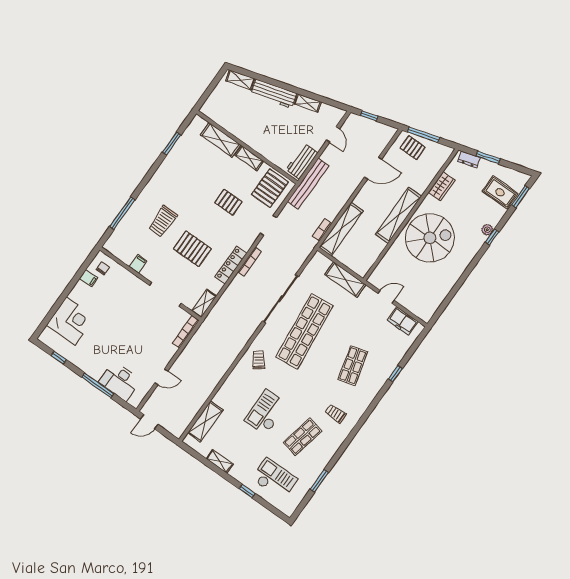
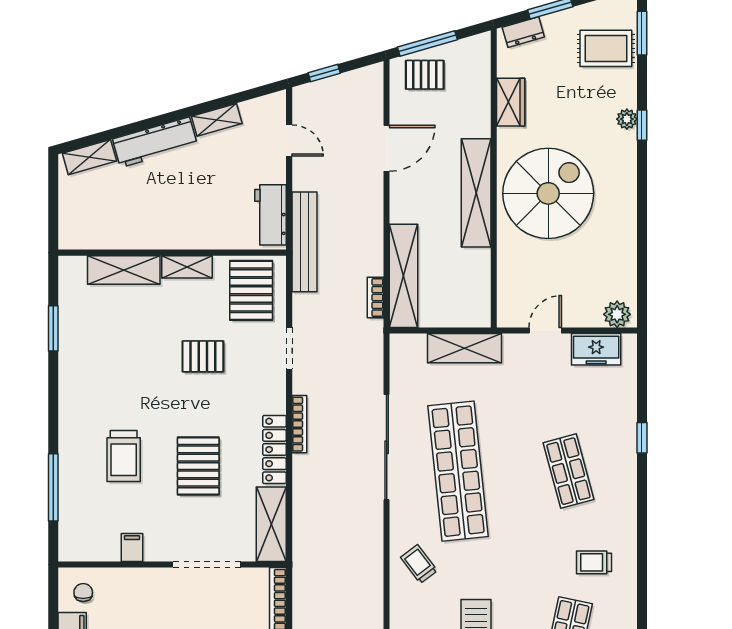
pallet: (192, 249) -> (198, 466), turned 90
shelving: (204, 303) -> (271, 524), width x1.50, depth x1.33
plant: (423, 312) -> (617, 314), added

